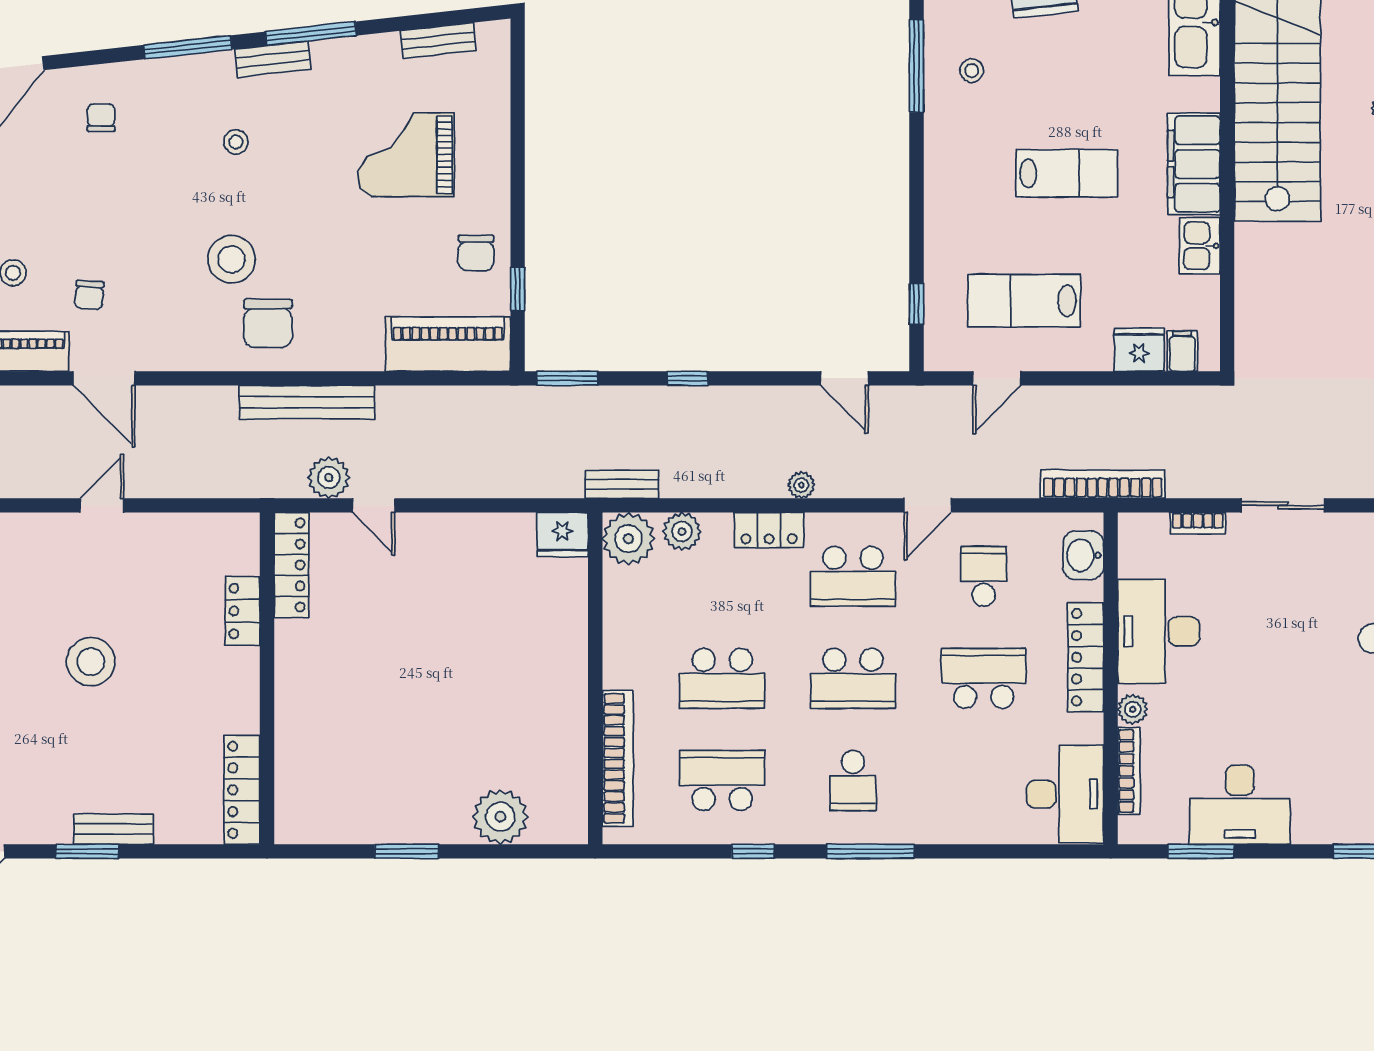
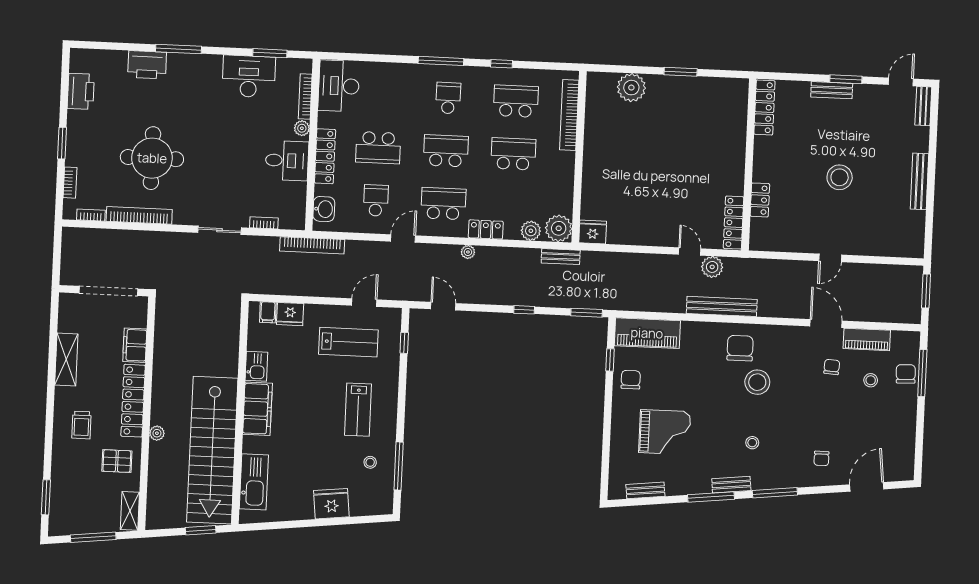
lab bench: (1067, 173) -> (358, 410), moved, turned -90
school desk: (984, 576) -> (376, 200), turned 180
desk: (1159, 631) -> (287, 161), width x0.73
school desk: (722, 780) -> (516, 101), turned 180

